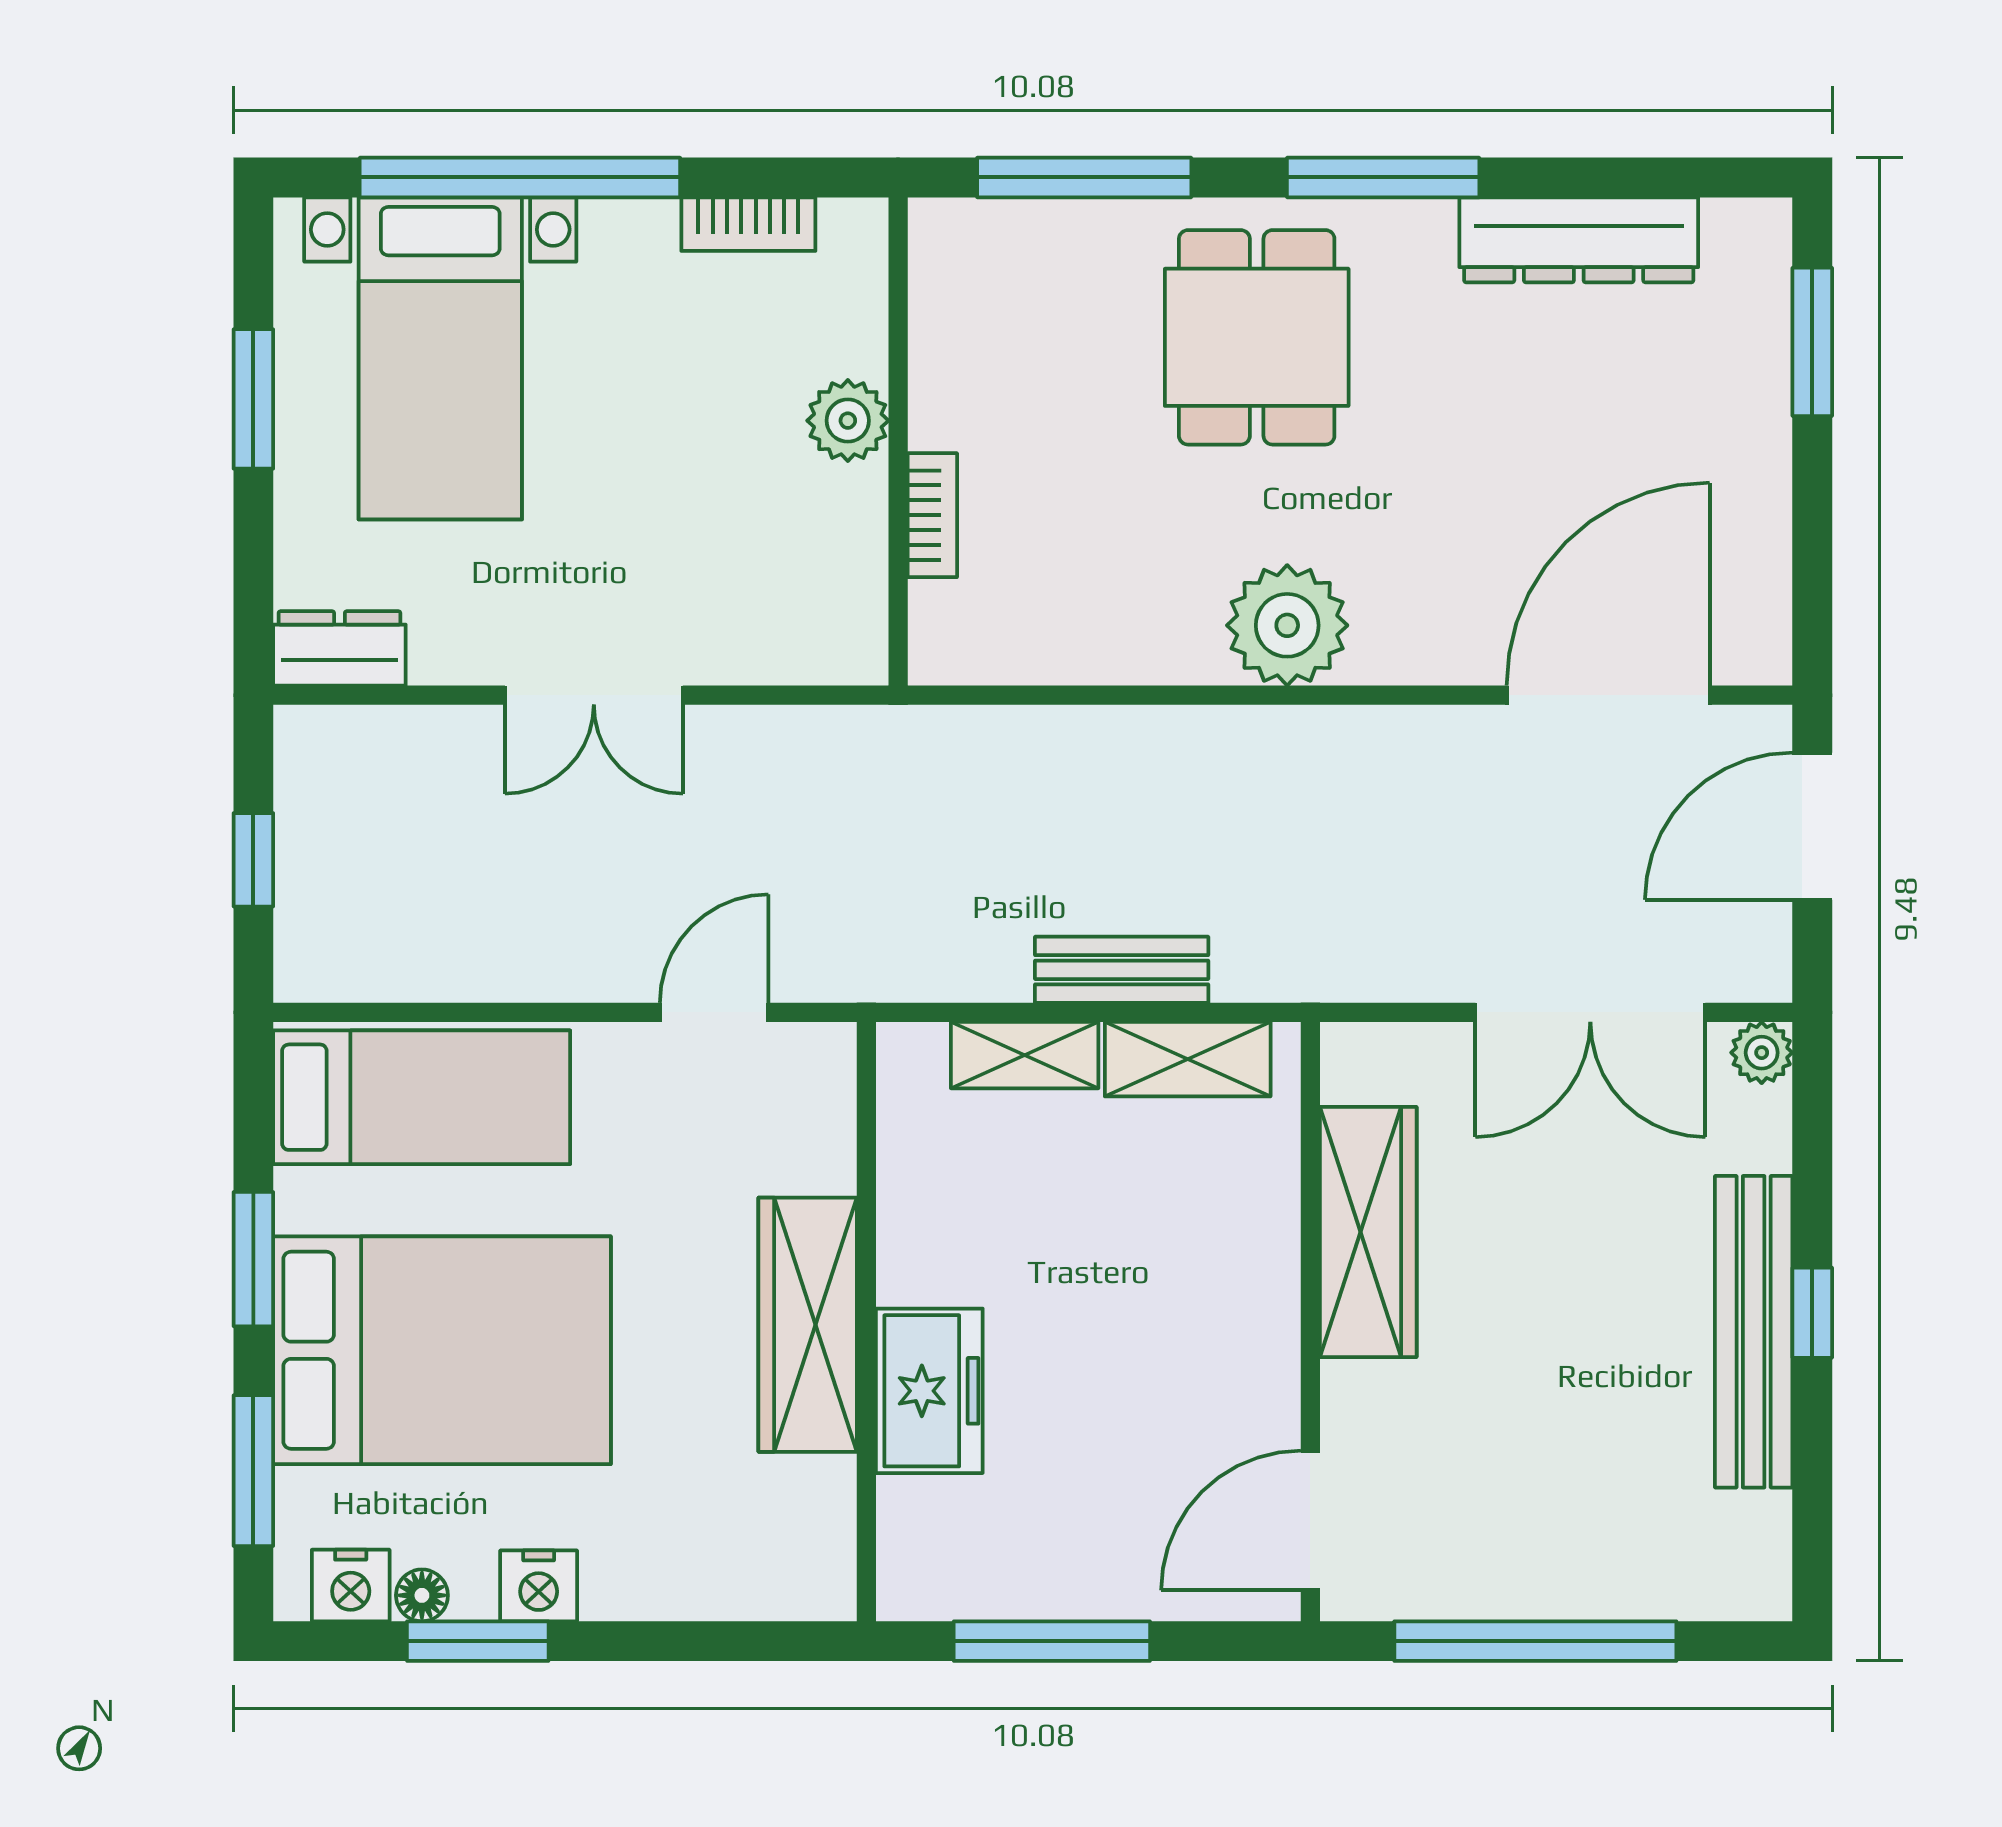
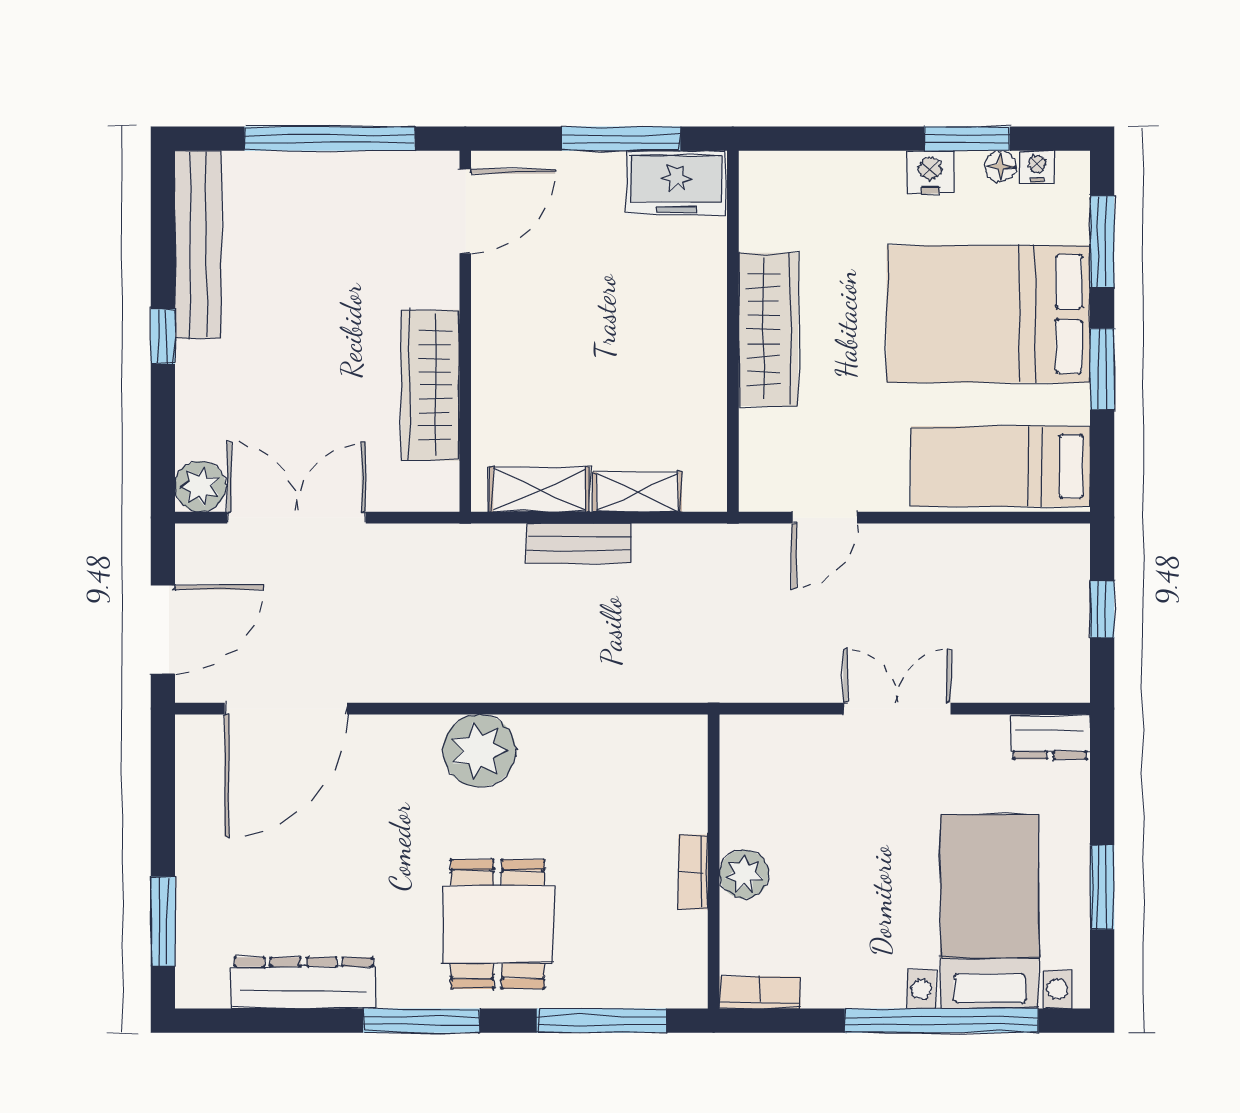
bookcase: (748, 224) -> (760, 992), moved
bookcase: (932, 515) -> (693, 872), moved
plant: (1762, 1053) -> (200, 486), width x1.38, depth x1.38
bench: (1754, 1332) -> (198, 244), moved
freezer: (929, 1391) -> (676, 183), moved, turned -90
nightstand: (351, 1586) -> (1037, 167), width x0.72, depth x0.74

